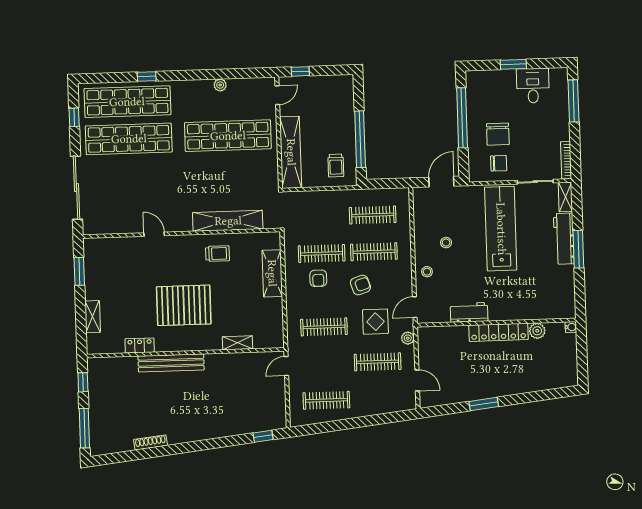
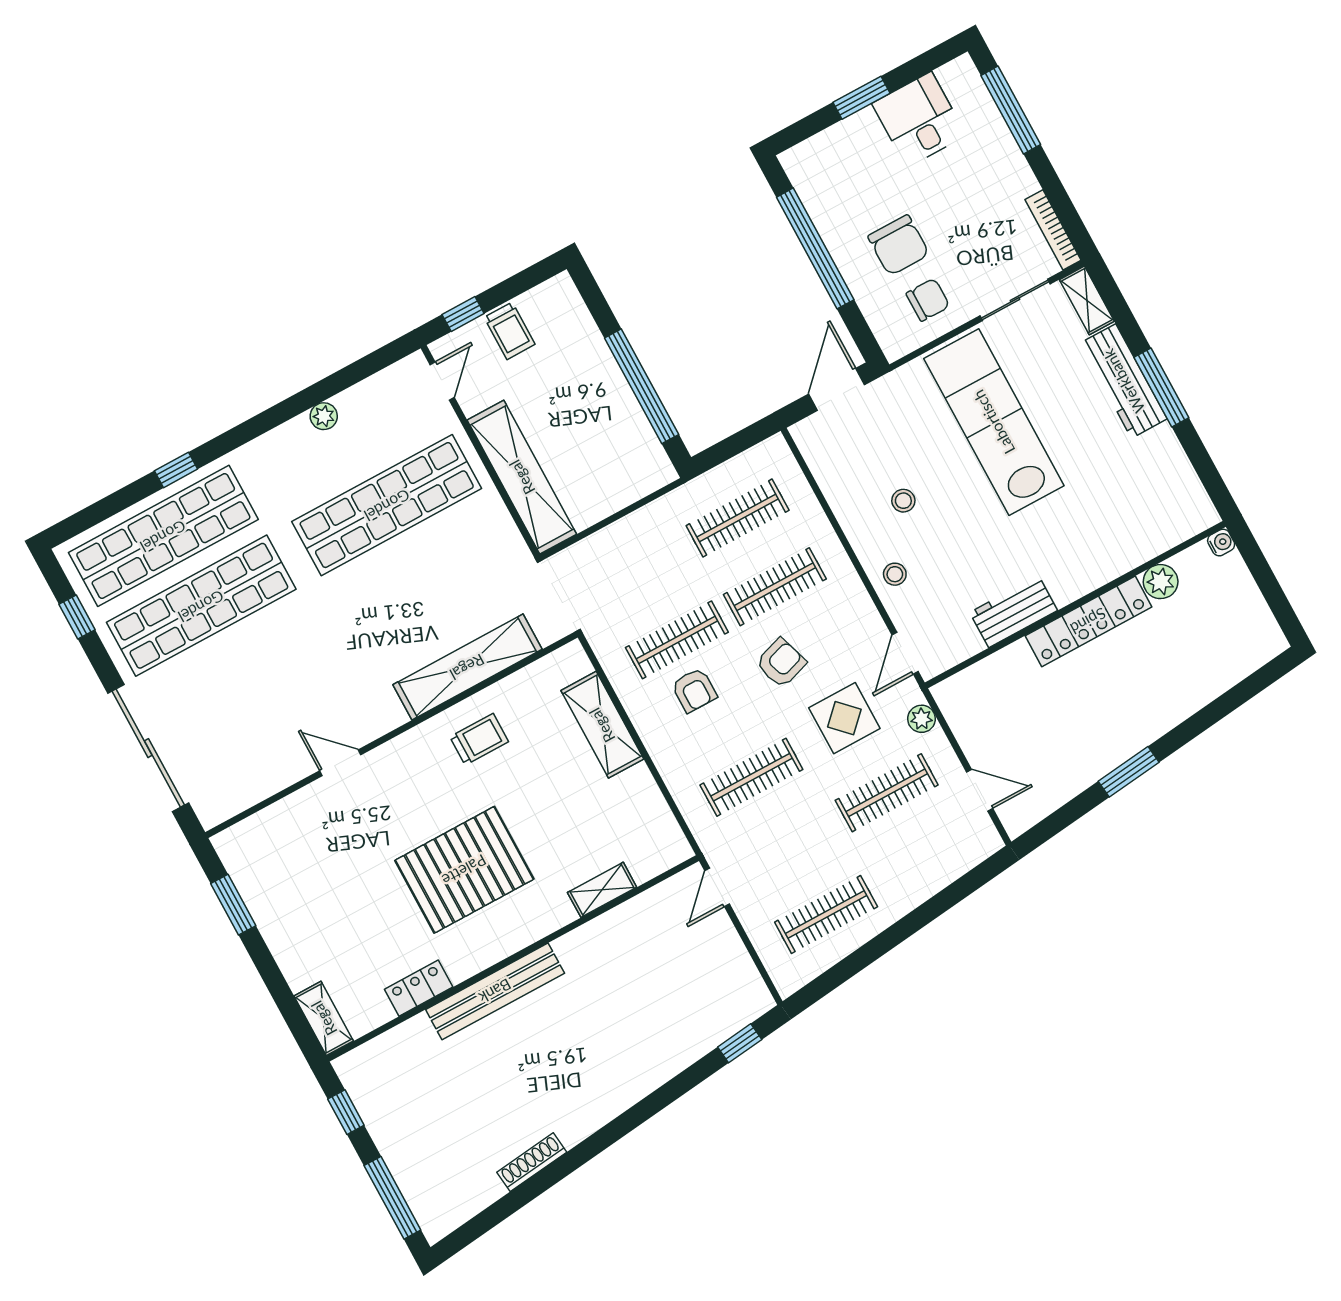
trolley: (336, 166) -> (510, 331), moved
shelving: (93, 317) -> (324, 1018), moved

